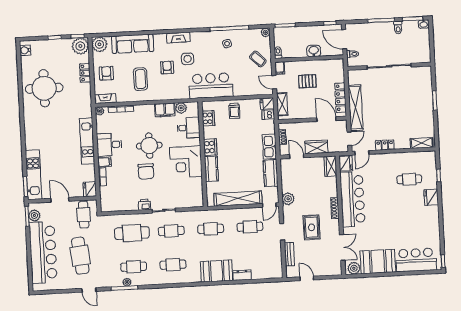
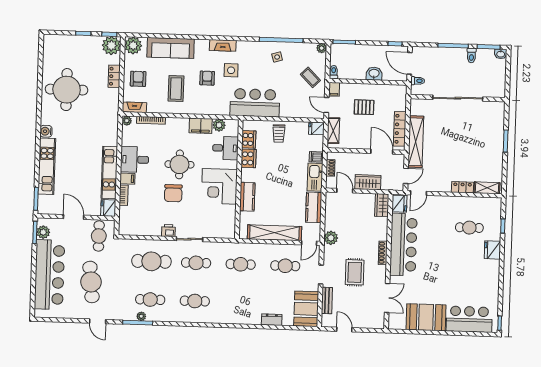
water cooler: (25, 50) -> (46, 131), moved
dishwasher: (268, 115) -> (316, 157), moved
kitchen unit: (87, 141) -> (109, 172), moved
locker: (385, 145) -> (463, 187), moved
cooker: (210, 147) -> (249, 158), moved
kitchen unit: (33, 175) -> (47, 166), moved
plant: (354, 268) -> (398, 323), removed
booth: (217, 271) -> (306, 309), moved, turned 90

